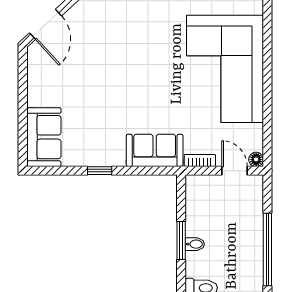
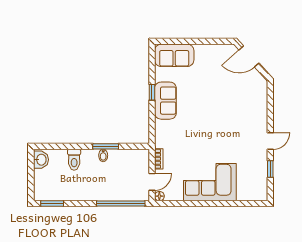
corner sofa: (225, 69) -> (210, 182), width x0.73, depth x0.74
sofa: (155, 150) -> (165, 101), moved
window: (267, 249) -> (121, 204), moved

